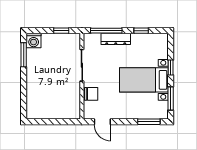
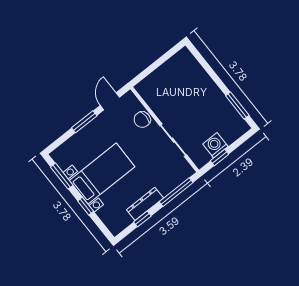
dresser: (116, 39) -> (145, 204), moved
washing machine: (34, 41) -> (215, 145), moved
door: (102, 122) -> (110, 101), hinge flipped
window: (149, 122) -> (84, 122), moved

